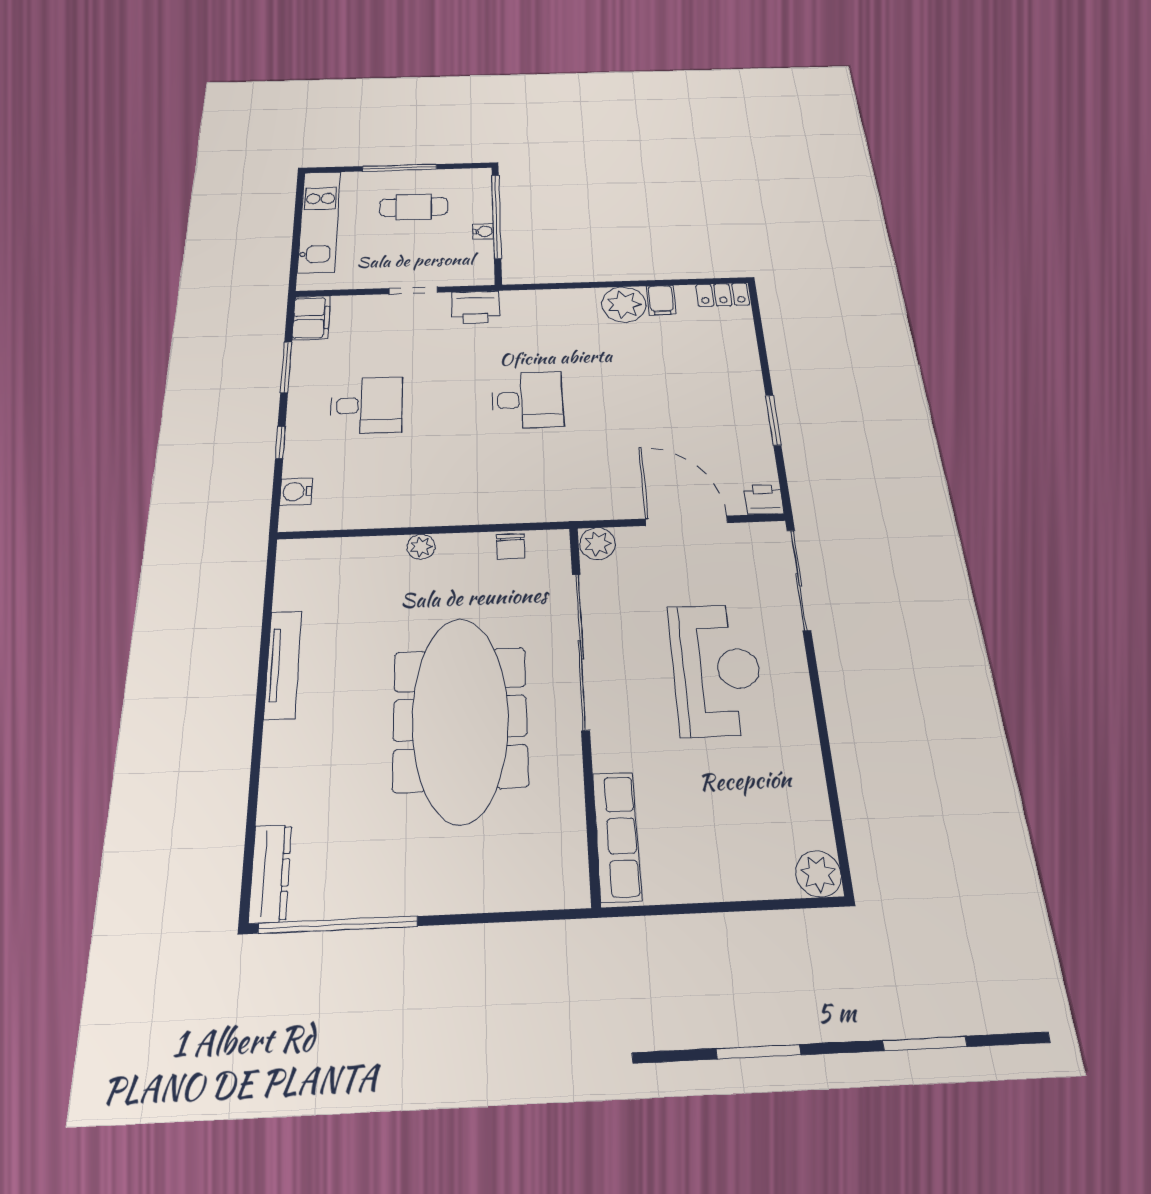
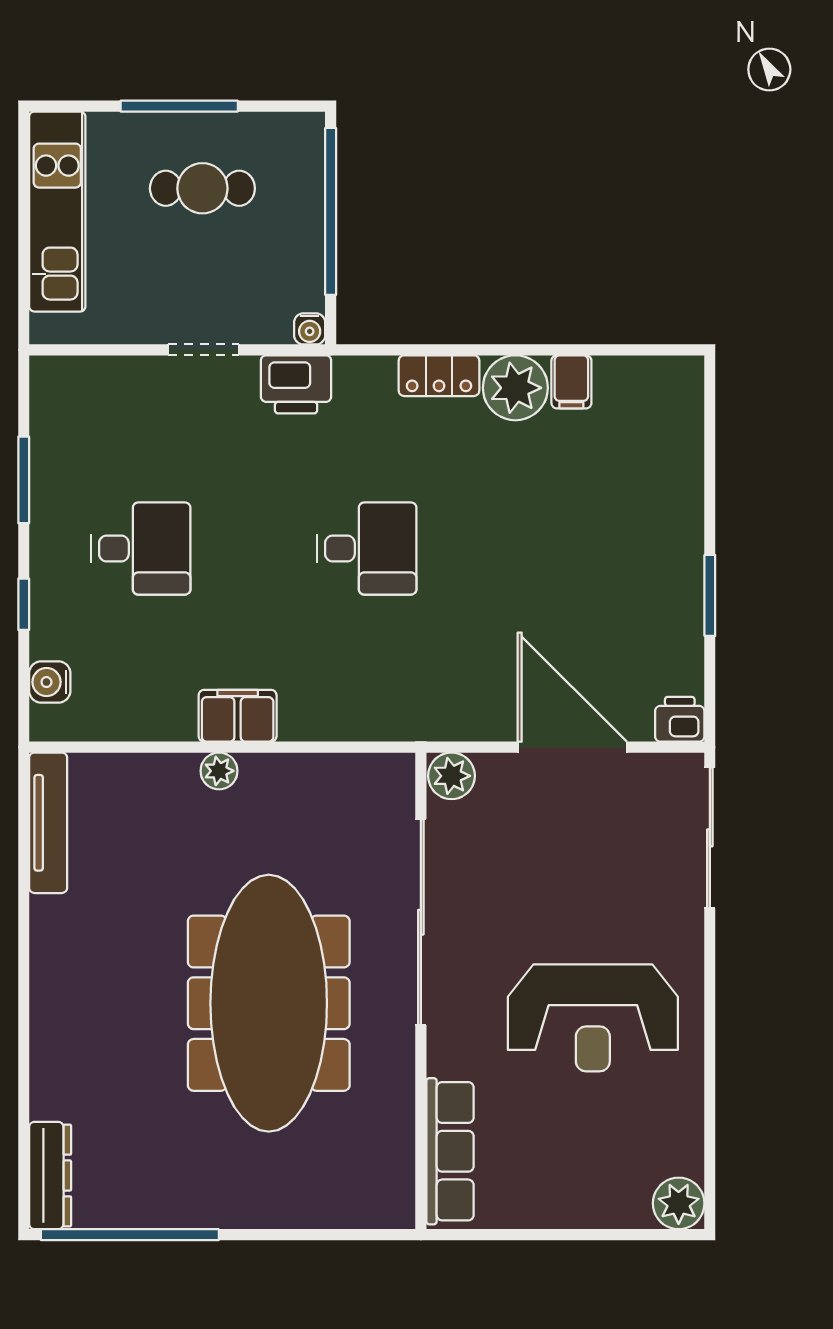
water cooler: (483, 231) -> (310, 329), moved, turned 90
locker: (723, 295) -> (439, 376), moved
filing cabinet: (311, 318) -> (238, 716), moved, turned -90
chair: (510, 546) -> (337, 775), removed
tv unit: (283, 665) -> (48, 823), moved
reception desk: (716, 669) -> (593, 1018), moved, turned 90

